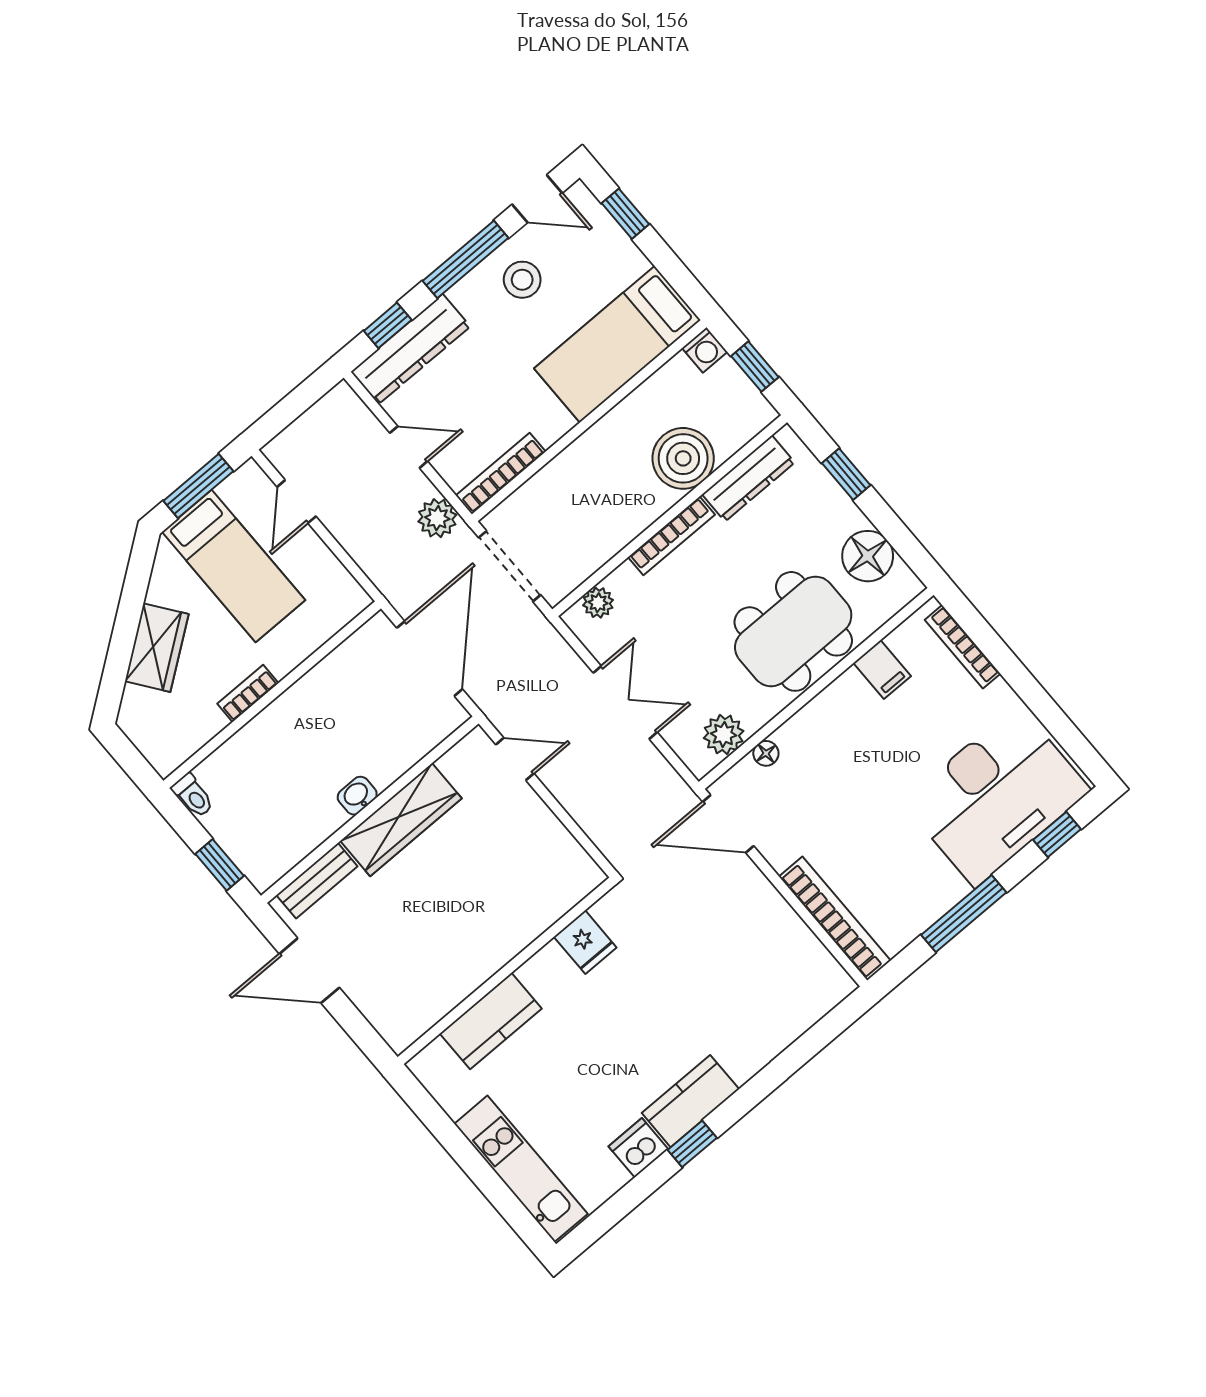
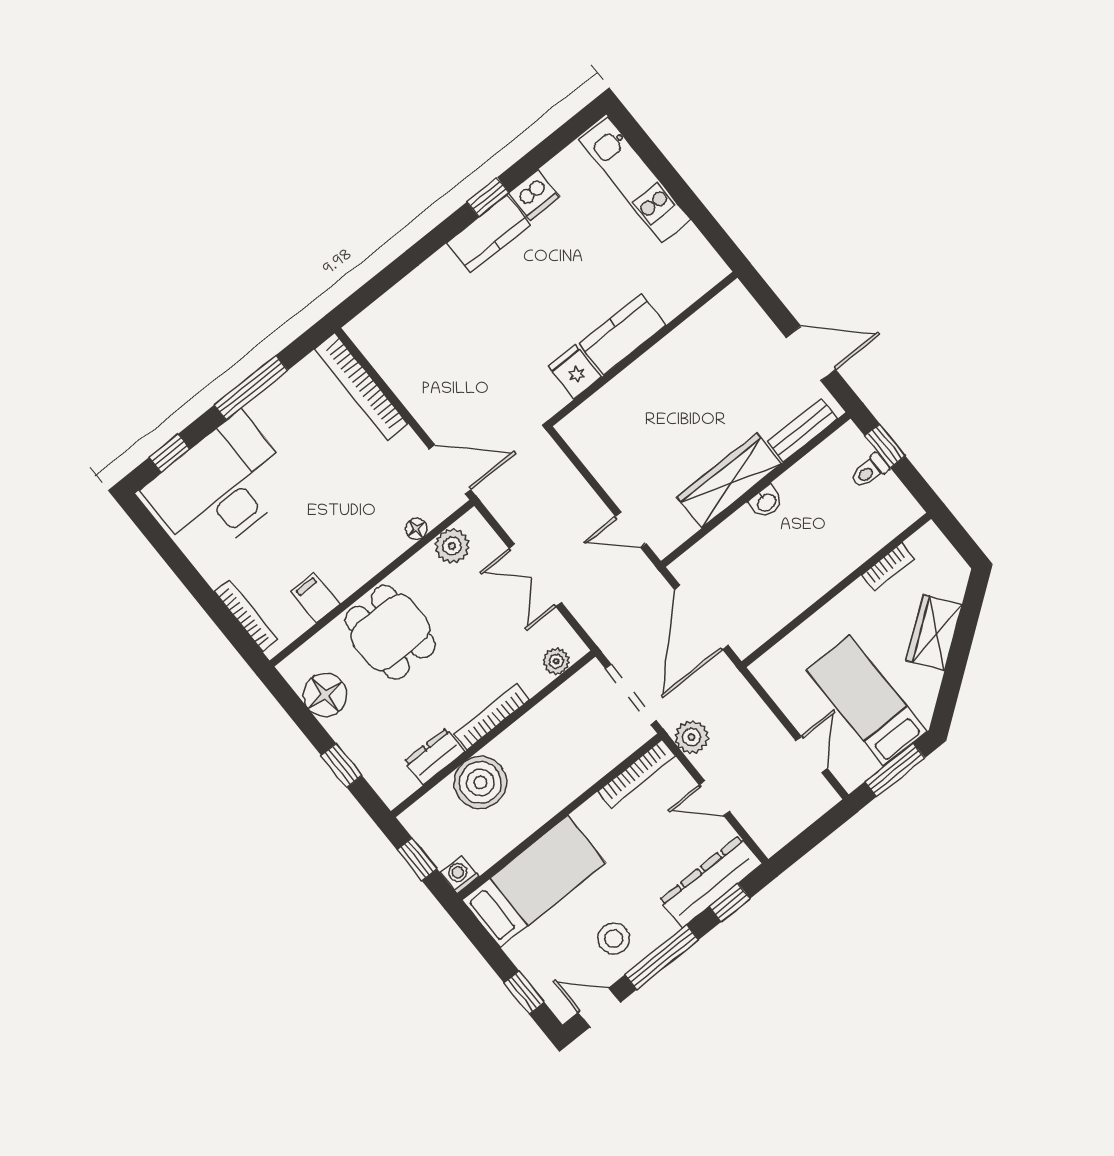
dresser: (748, 478) -> (434, 756), width x0.70
dining table: (793, 631) -> (390, 632), width x0.73
bookcase: (248, 693) -> (888, 567), moved
toilet: (193, 796) -> (870, 471), moved, turned -90
kitchen counter: (491, 1021) -> (622, 335), moved

